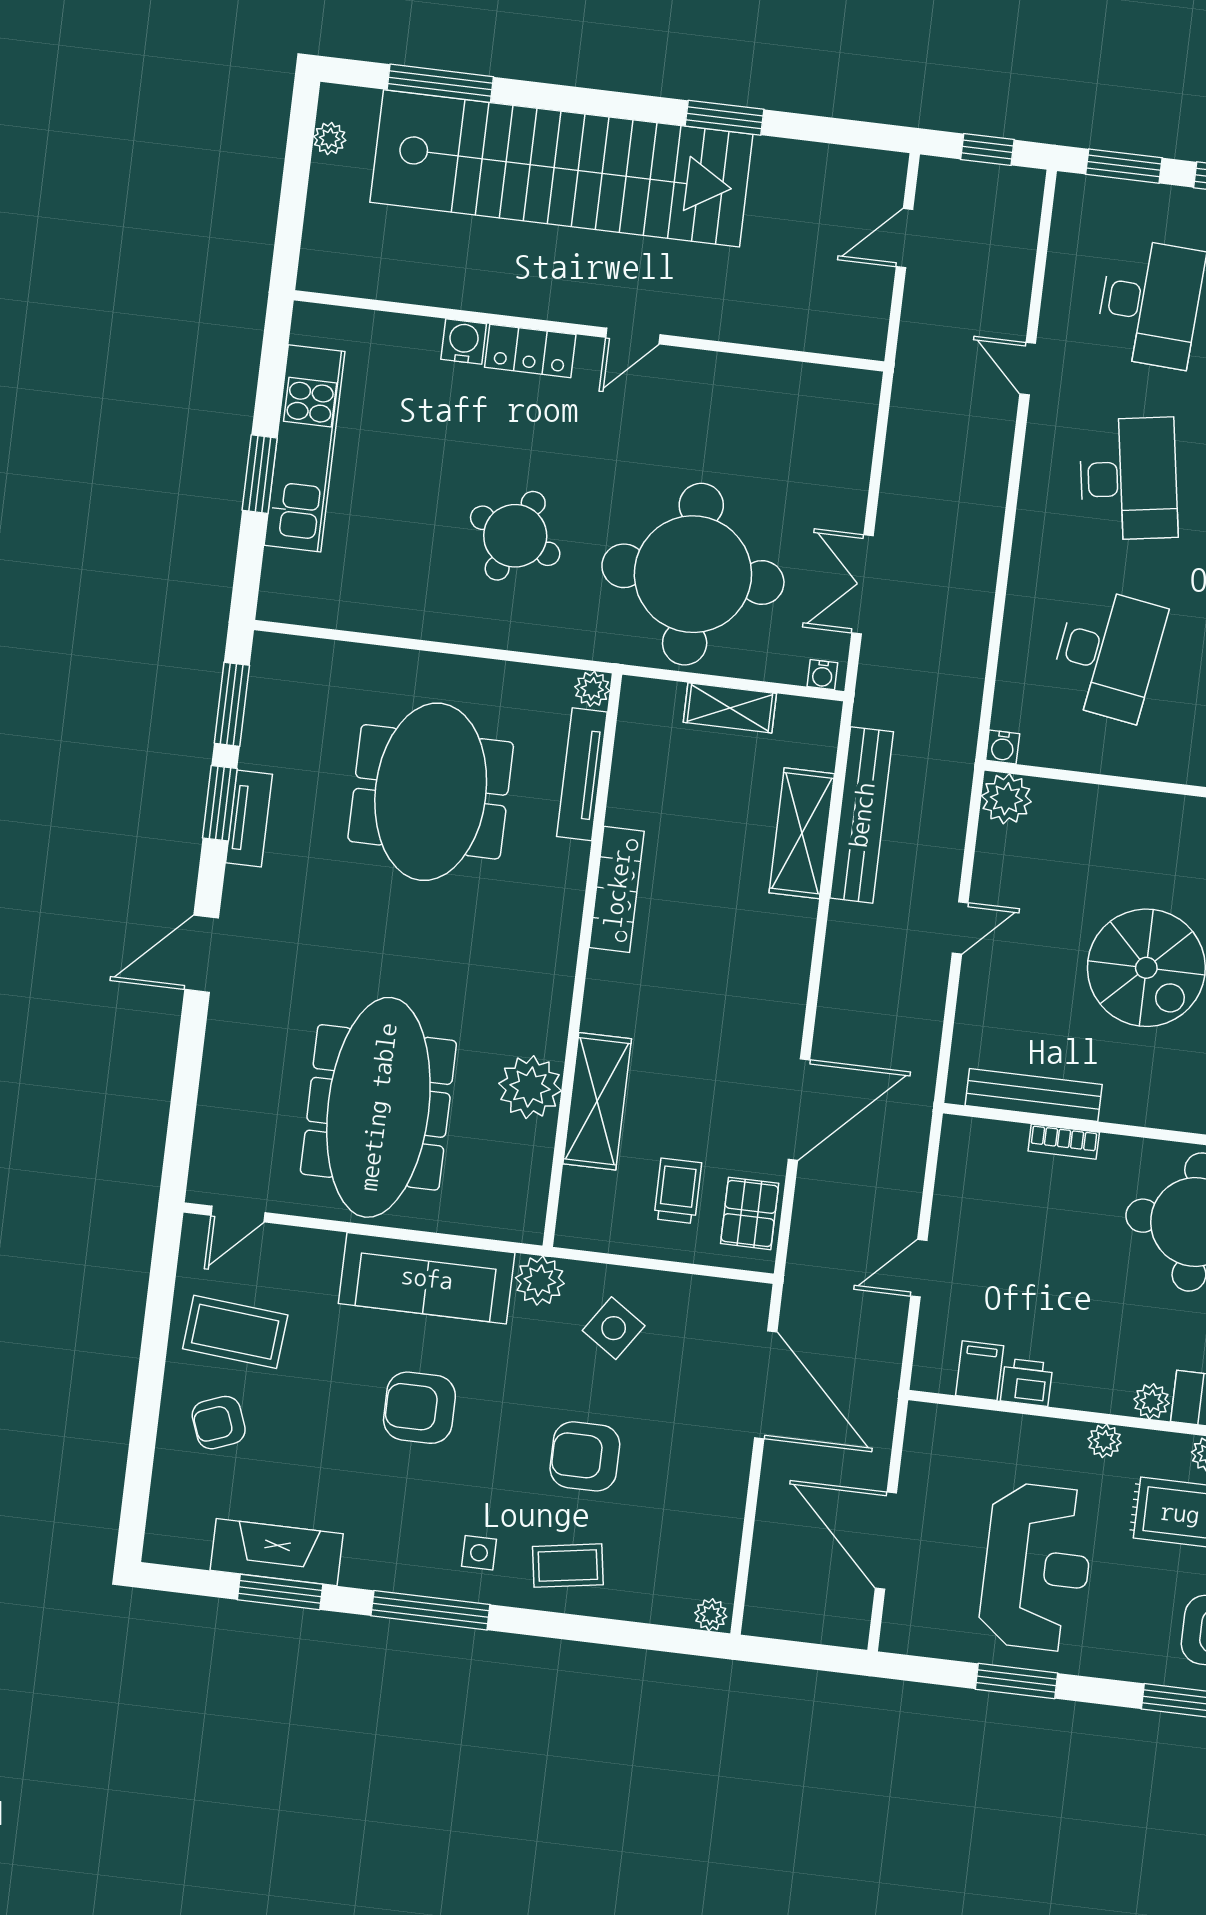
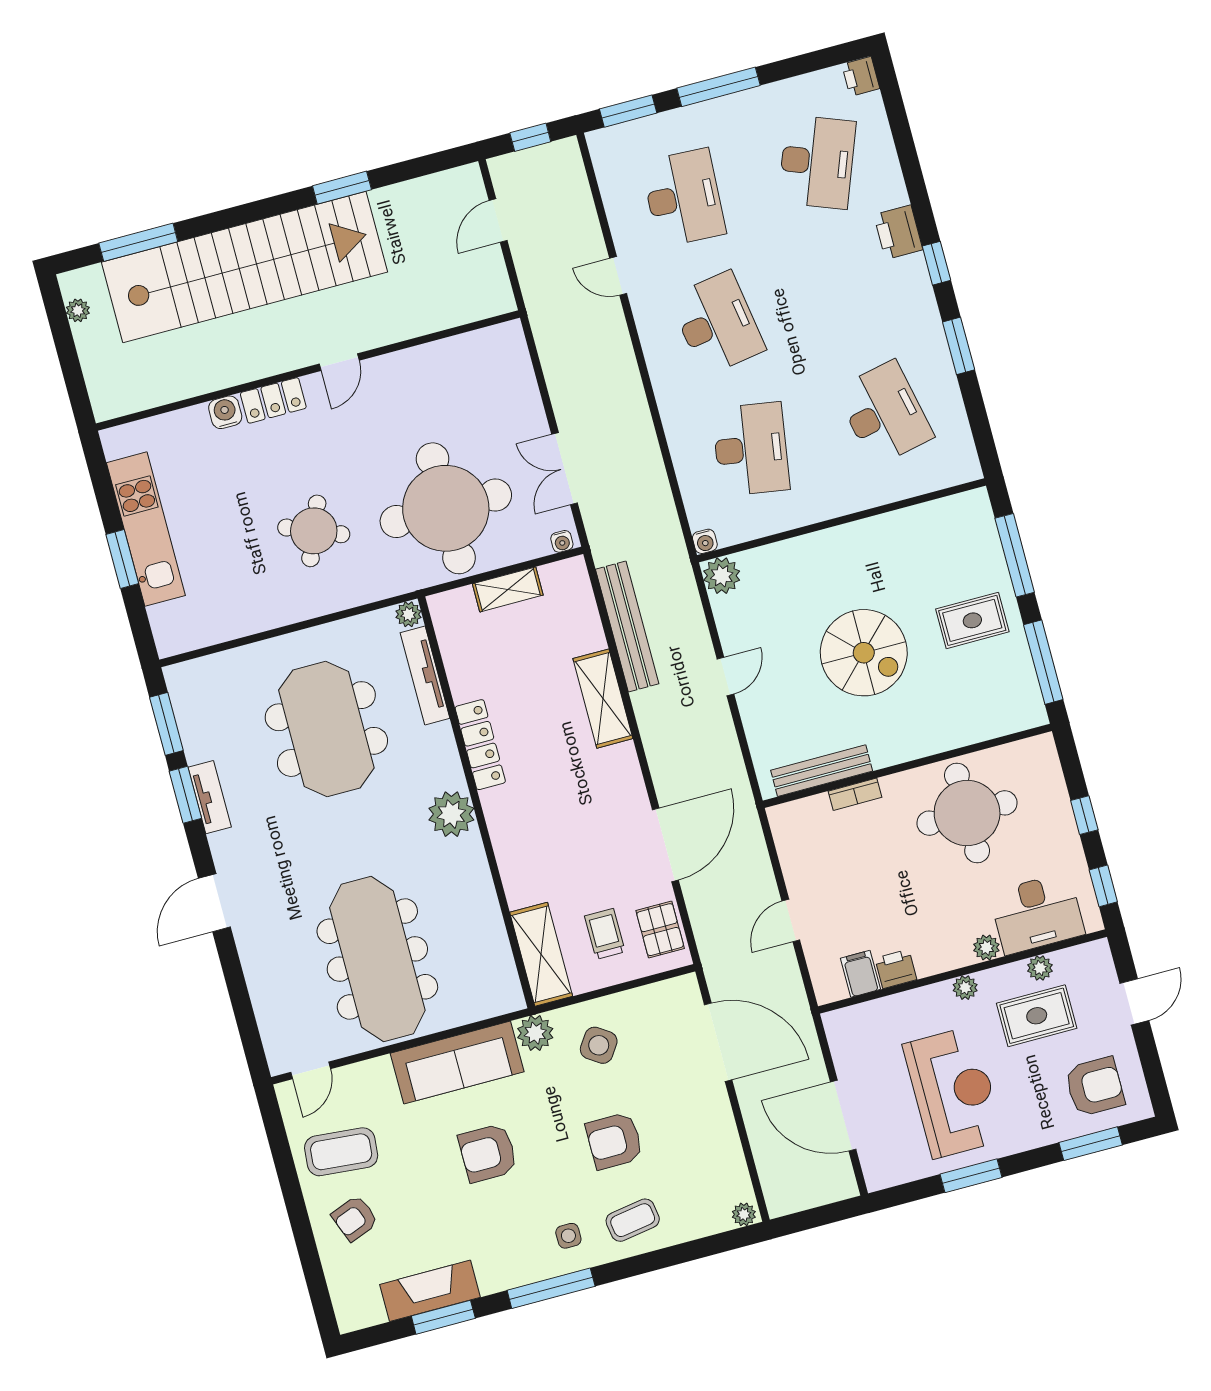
shelving: (802, 833) -> (603, 699), moved
plant: (530, 1087) -> (451, 814), moved
shelving: (597, 1101) -> (541, 954), moved

